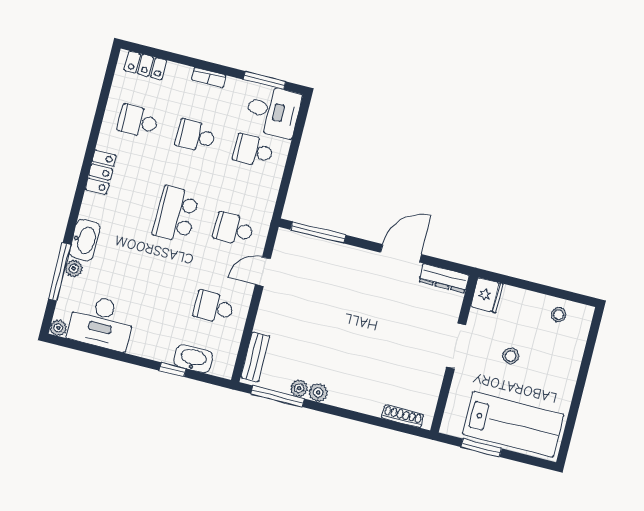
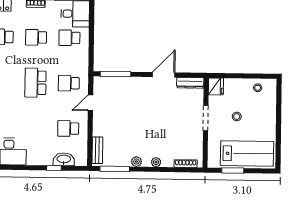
plant: (299, 388) -> (156, 162), moved

